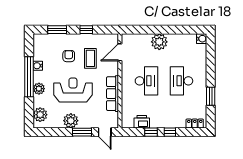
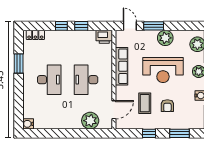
plant: (159, 42) -> (90, 121), moved
printer: (142, 122) -> (104, 37), moved

